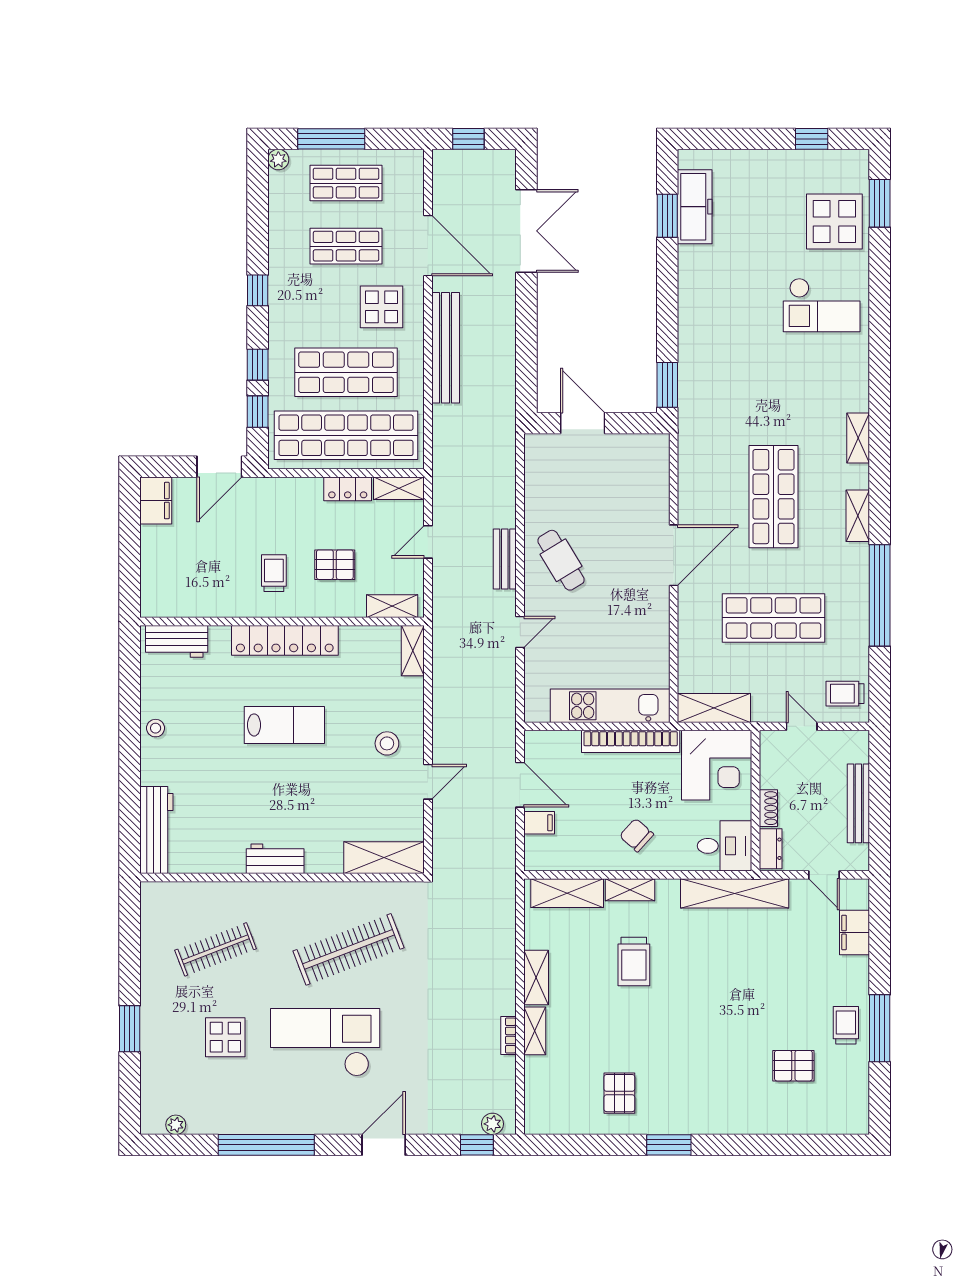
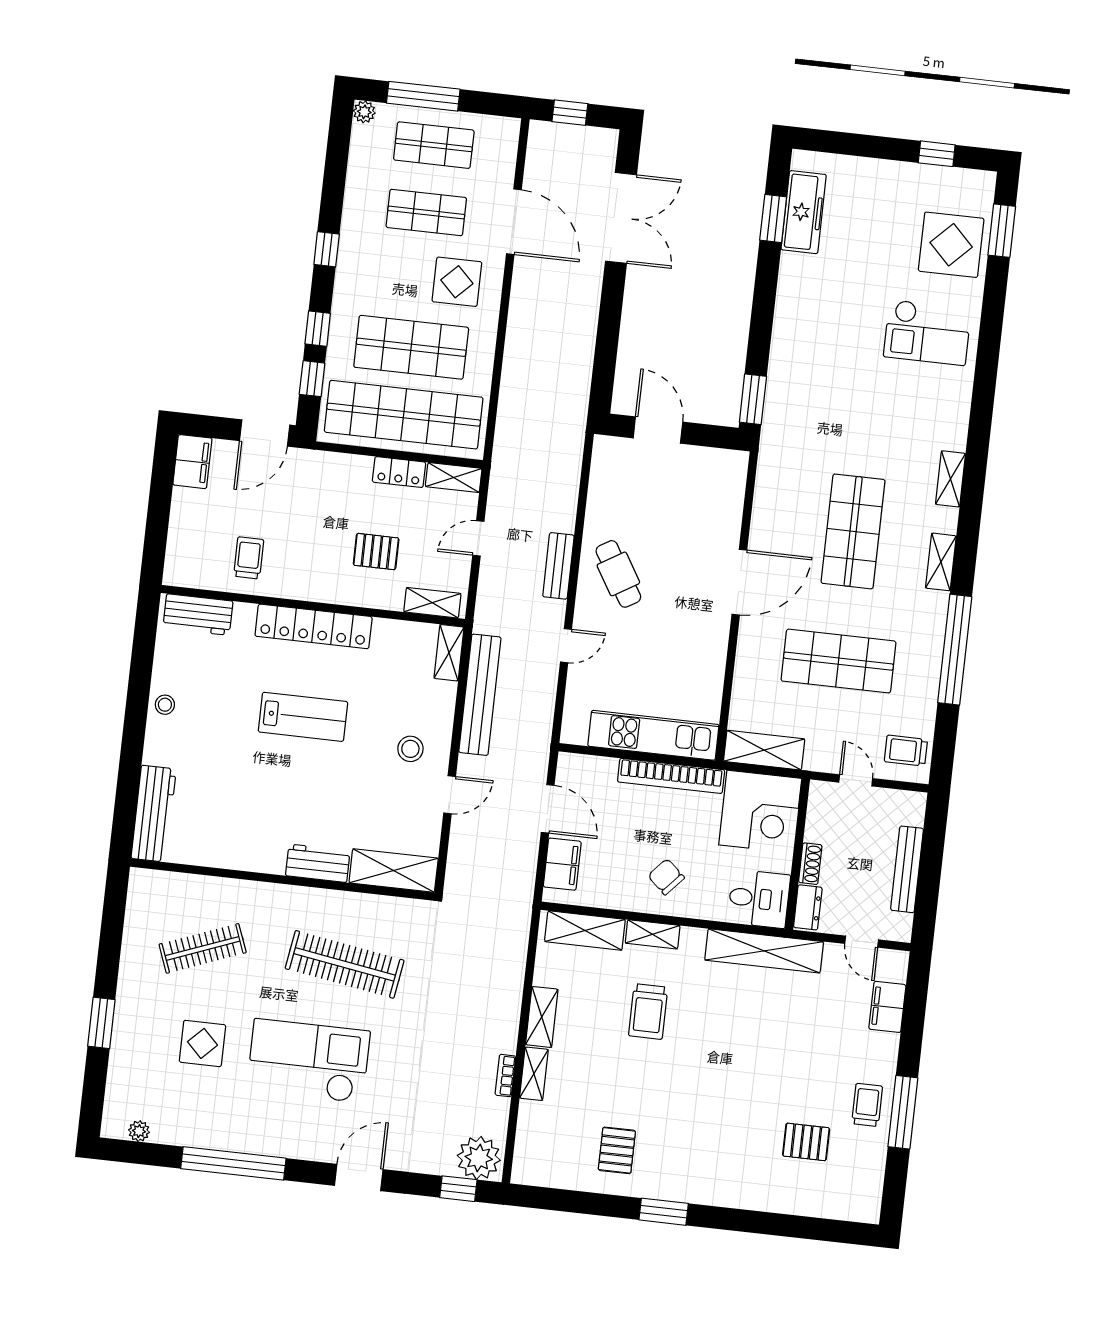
bench: (446, 348) -> (480, 695), moved
trolley: (274, 573) -> (249, 558), moved
filing cabinet: (539, 823) -> (562, 864), width x2.00
workbench: (275, 859) -> (318, 863), moved
clothes rail: (348, 949) -> (345, 964), turned 30
plant: (492, 1124) -> (479, 1158), width x1.88, depth x1.88

